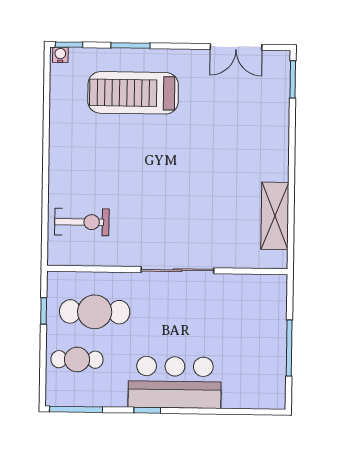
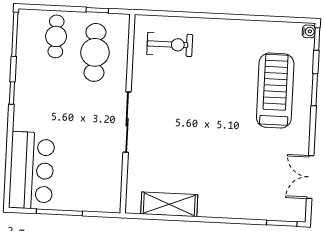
exercise bike: (82, 222) -> (170, 44), turned -90
bar counter: (175, 382) -> (32, 170), moved

